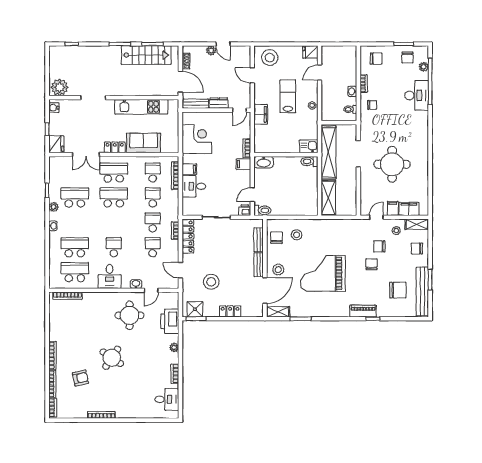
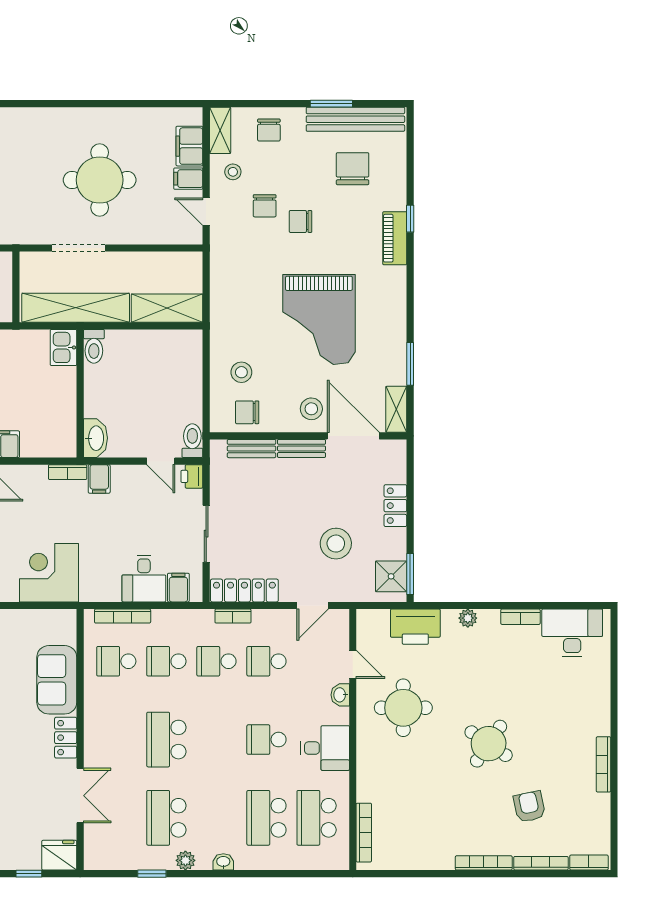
filing cabinet: (189, 169) -> (178, 588), moved
school desk: (114, 173) -> (116, 740), removed
desk: (167, 399) -> (572, 633), width x1.37

